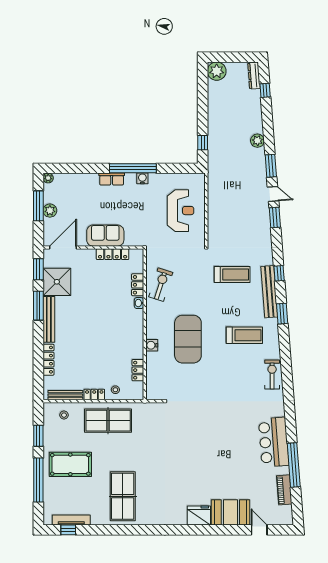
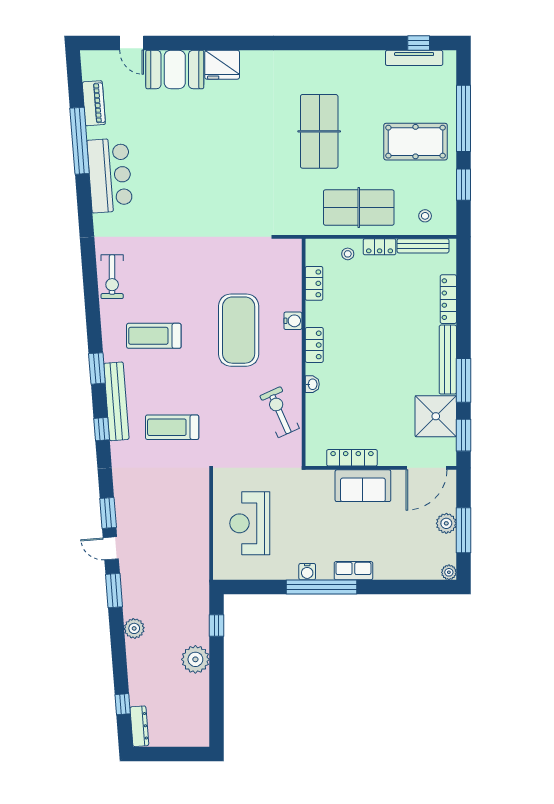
plant: (217, 71) -> (195, 659), moved
locker: (138, 285) -> (314, 345), moved
exercise bike: (161, 285) -> (280, 412), turned 138
table tennis table: (123, 496) -> (319, 131), moved

